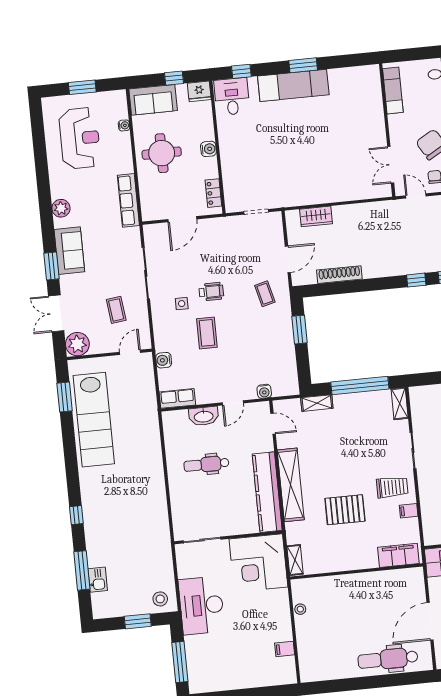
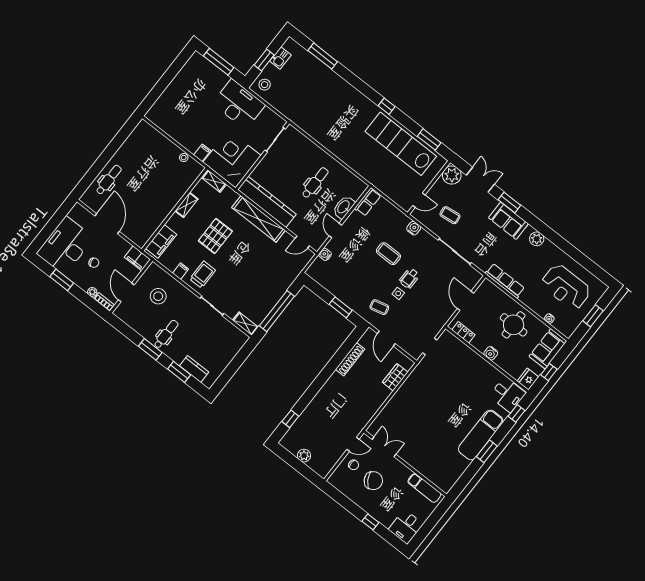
window: (416, 280) -> (306, 399), removed
side table: (182, 304) -> (398, 293), moved
door: (130, 352) -> (419, 200), hinge flipped
water cooler: (164, 360) -> (414, 228), moved
shelving: (317, 403) -> (186, 205), moved
trolley: (392, 487) -> (203, 275), turned 180
window: (76, 515) -> (387, 106), moved
kitchen sink: (98, 580) -> (280, 58), moved, turned -90
filing cabinet: (285, 649) -> (202, 153), moved
dental chair: (388, 659) -> (109, 180), width x0.73, depth x0.72

